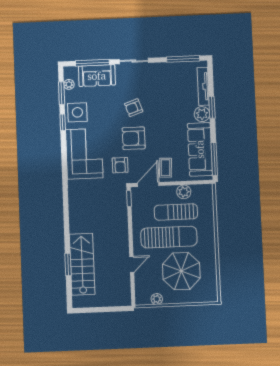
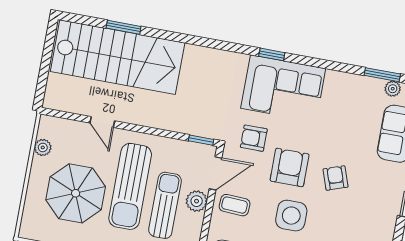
side table: (77, 112) -> (291, 216), moved
window: (63, 122) -> (272, 54), moved
door: (148, 184) -> (215, 173), hinge flipped
plant: (184, 192) -> (197, 201), moved
stairs: (82, 264) -> (118, 57), width x1.36, depth x1.51

